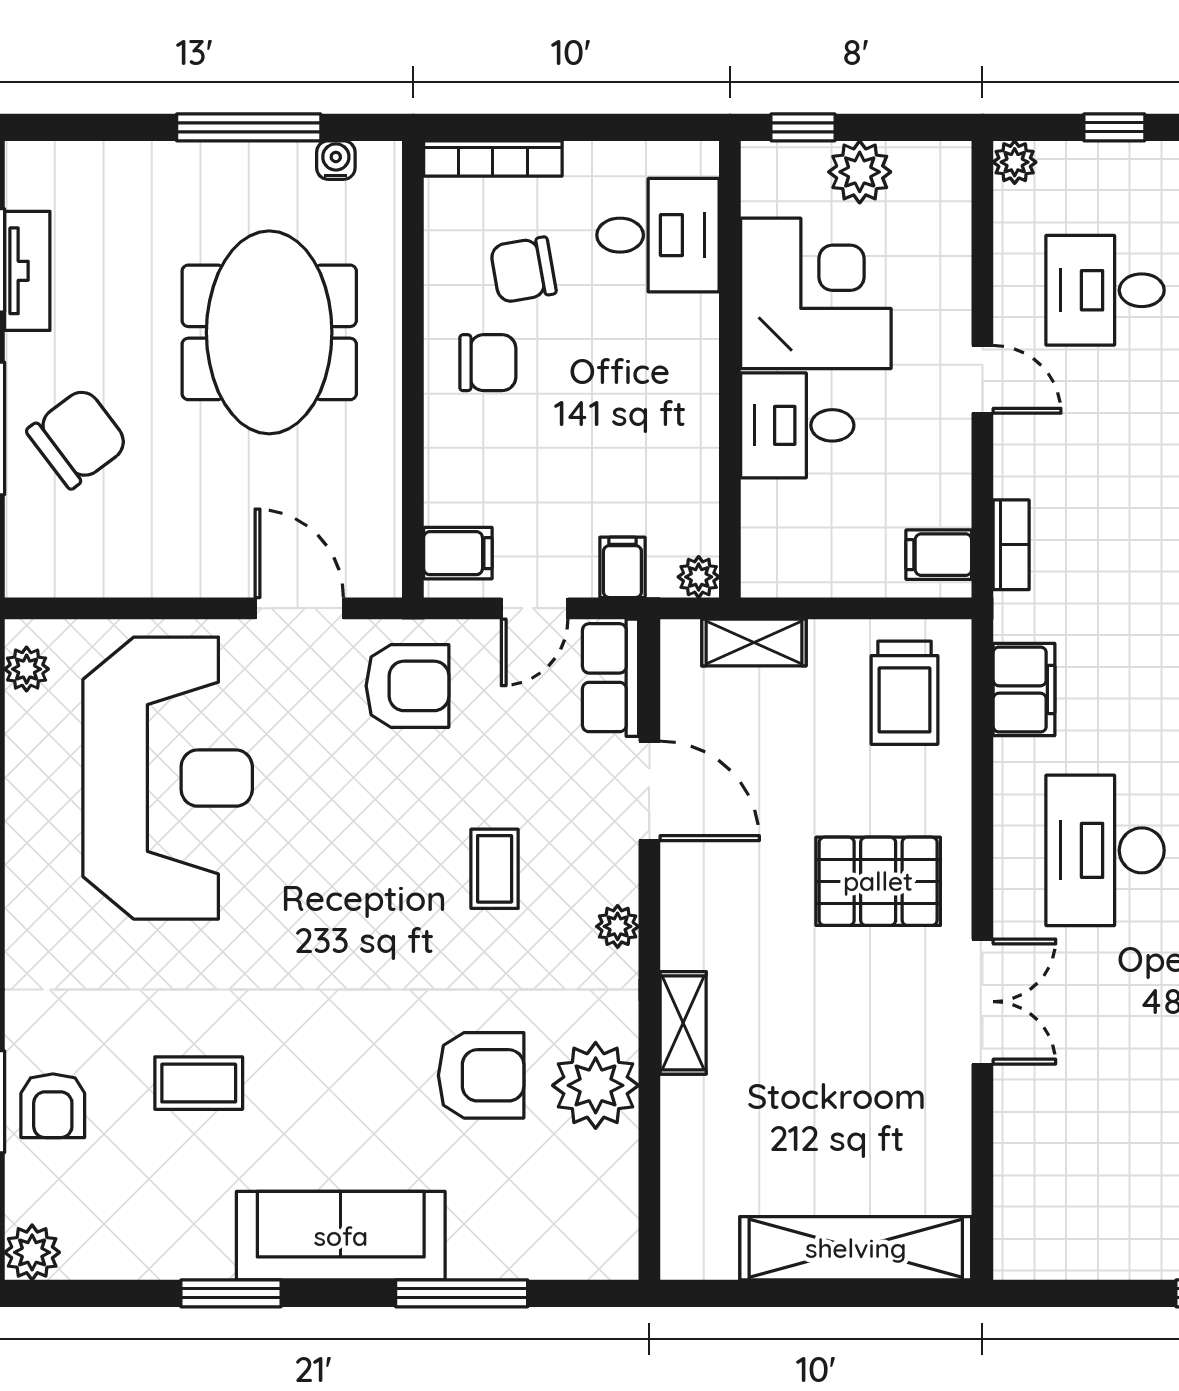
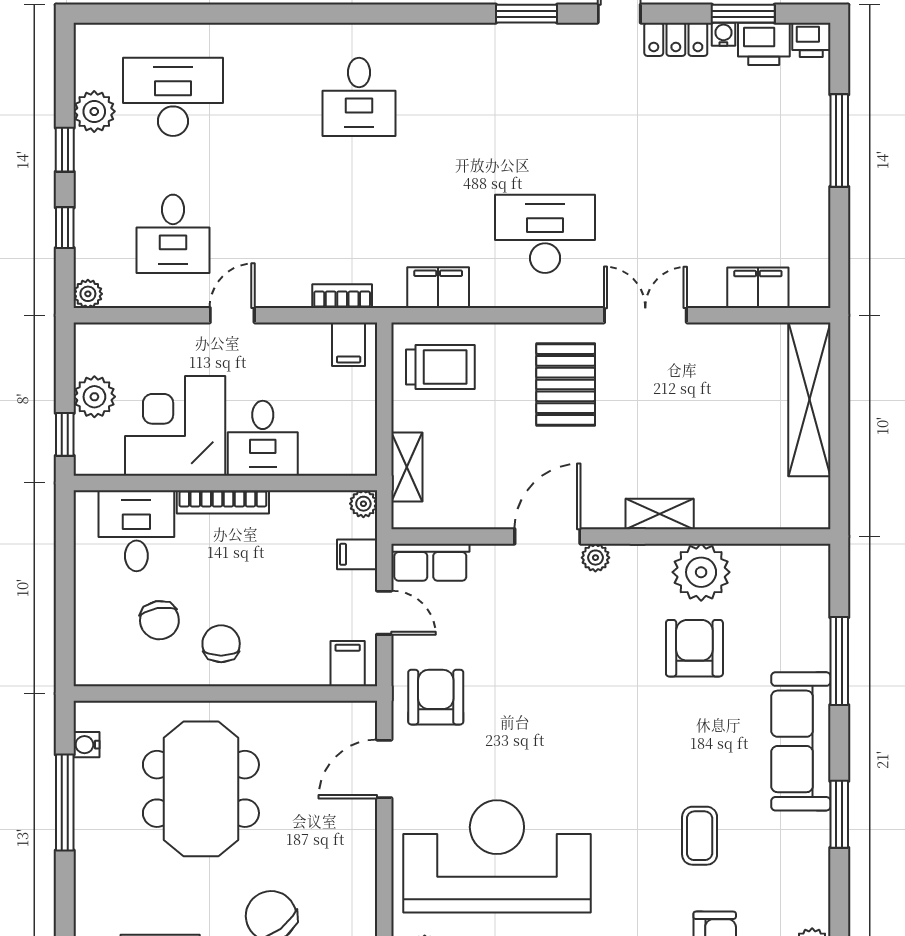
bookcase: (493, 158) -> (223, 502), moved, turned 90
meeting table: (269, 332) -> (201, 789), turned 90
door: (649, 791) -> (547, 536), moved
desk: (1105, 850) -> (545, 234), turned 180
coffee table: (495, 869) -> (557, 639), removed
filing cabinet: (1024, 1171) -> (758, 288), added

